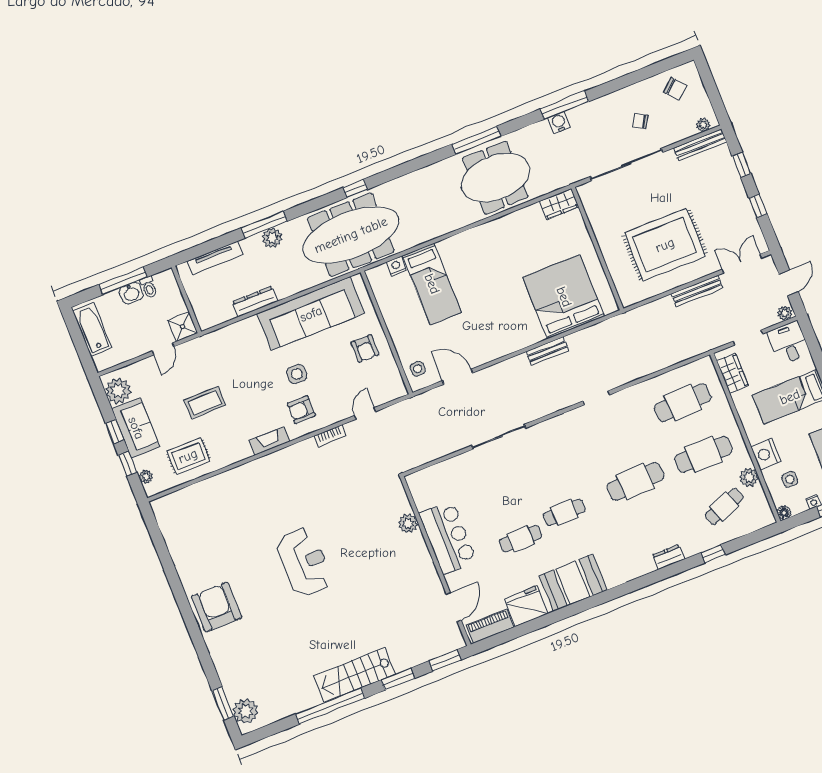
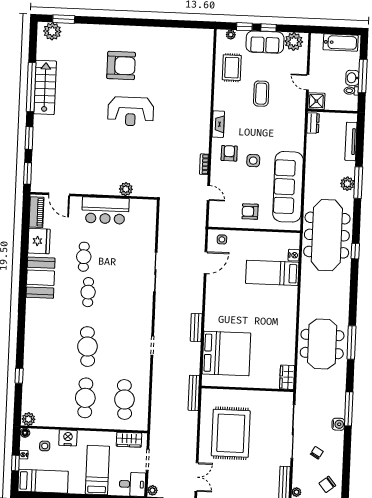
water cooler: (559, 122) -> (338, 424), moved
bench: (697, 291) -> (194, 393), moved
dresser: (255, 302) -> (313, 123), moved, width x0.70
plant: (749, 477) -> (29, 419), moved
cafe table: (724, 506) -> (46, 396), removed
dresser: (668, 557) -> (30, 346), removed
armchair: (216, 607) -> (121, 65), moved
stairs: (355, 675) -> (45, 87), moved

